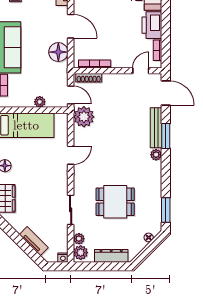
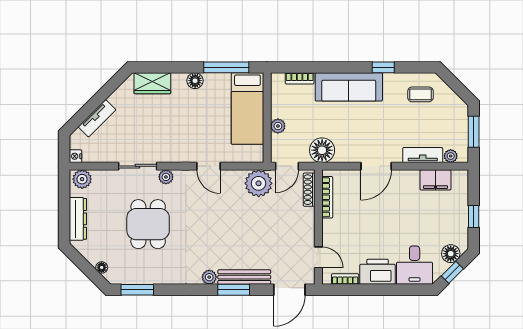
floor lamp: (58, 52) -> (322, 150), moved
plant: (79, 239) -> (166, 177), moved

